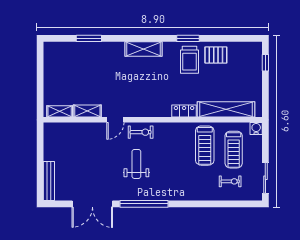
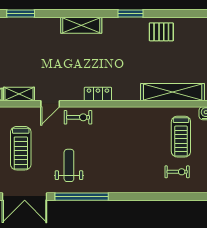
trolley: (190, 60) -> (132, 37), removed
locker: (184, 111) -> (98, 94), moved
treadmill: (205, 146) -> (21, 148), moved
weight bench: (136, 164) -> (69, 165), moved

